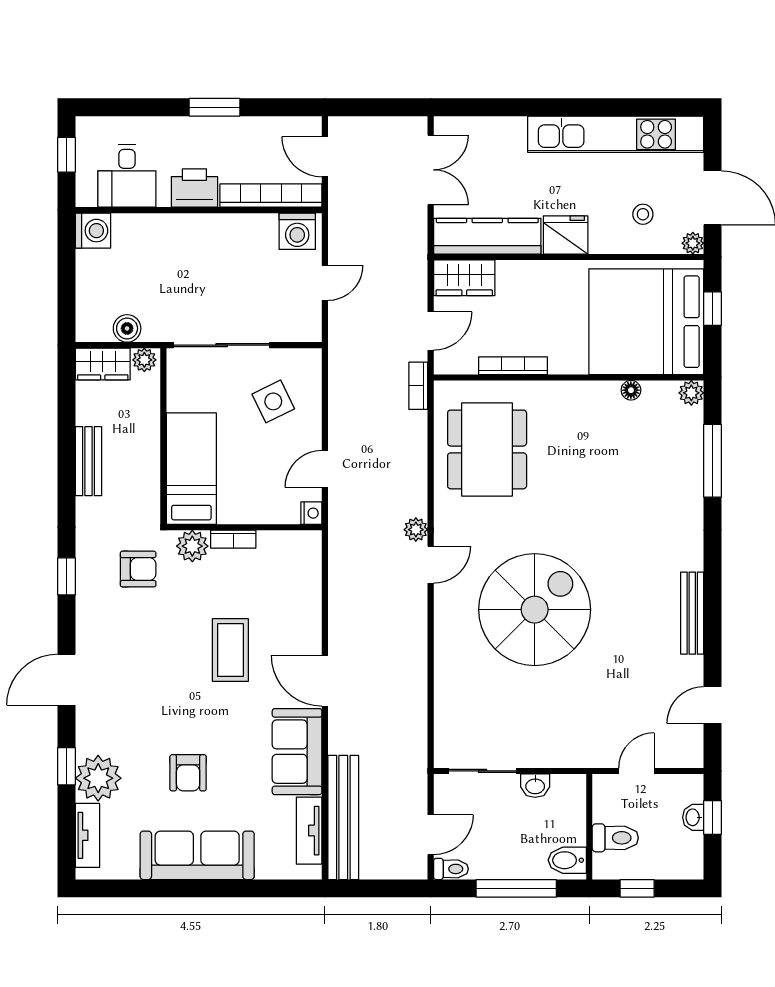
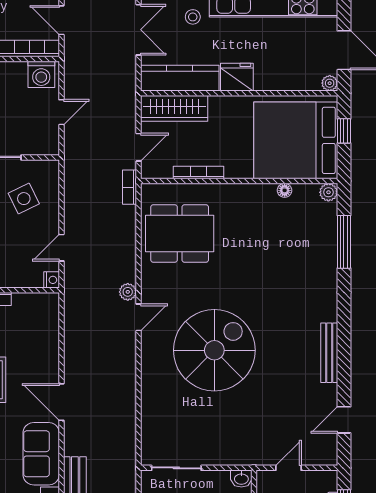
stool: (643, 214) -> (193, 17), moved
wardrobe: (464, 278) -> (174, 108), width x1.50
dining table: (487, 449) -> (180, 234), turned 90
washbasin: (535, 786) -> (241, 479), moved

